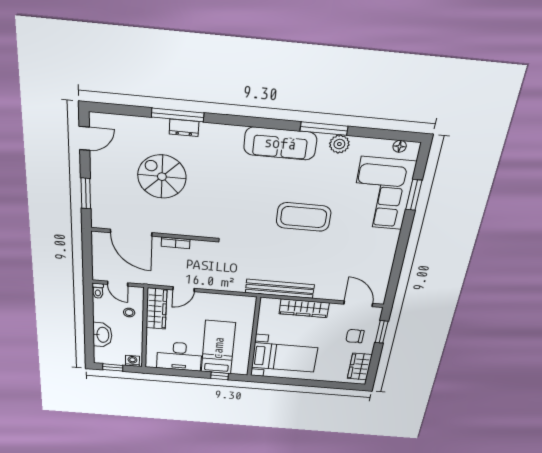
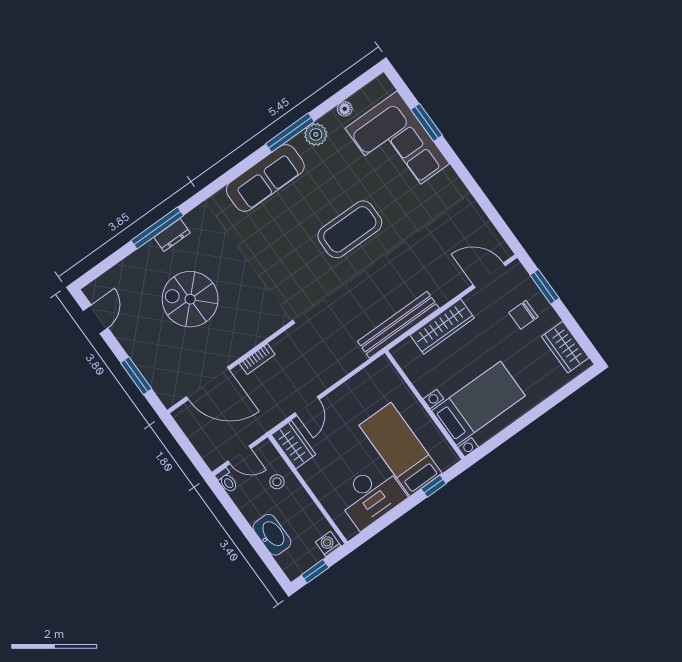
floor lamp: (400, 146) -> (345, 109), moved
wardrobe: (156, 309) -> (294, 445), width x0.67

